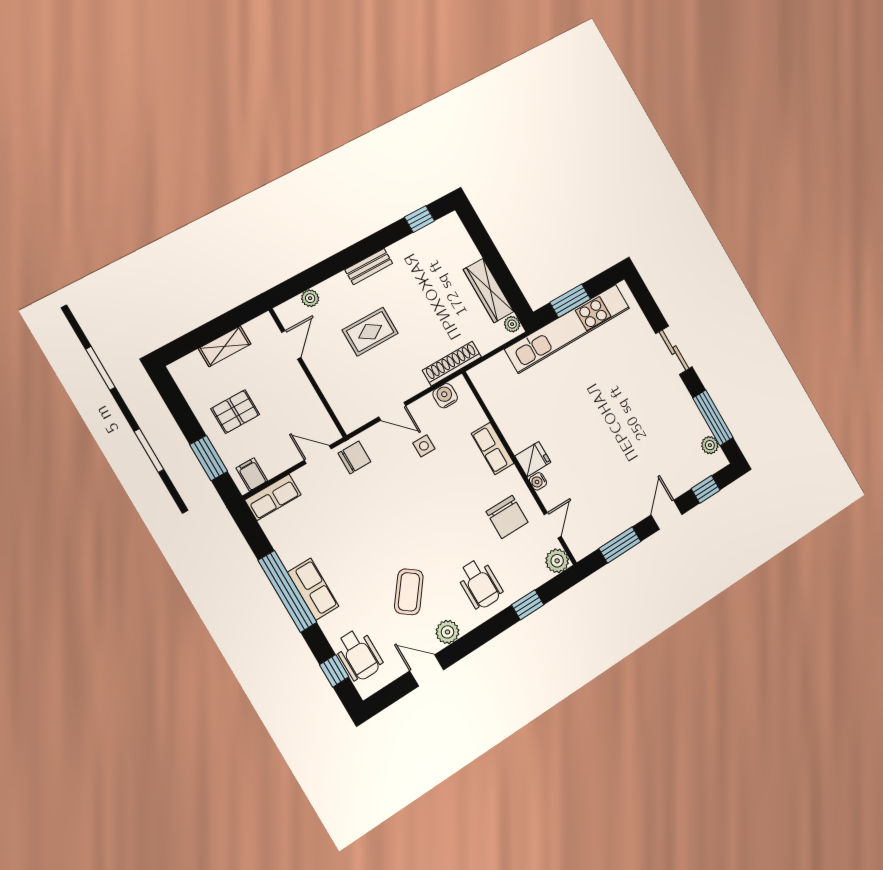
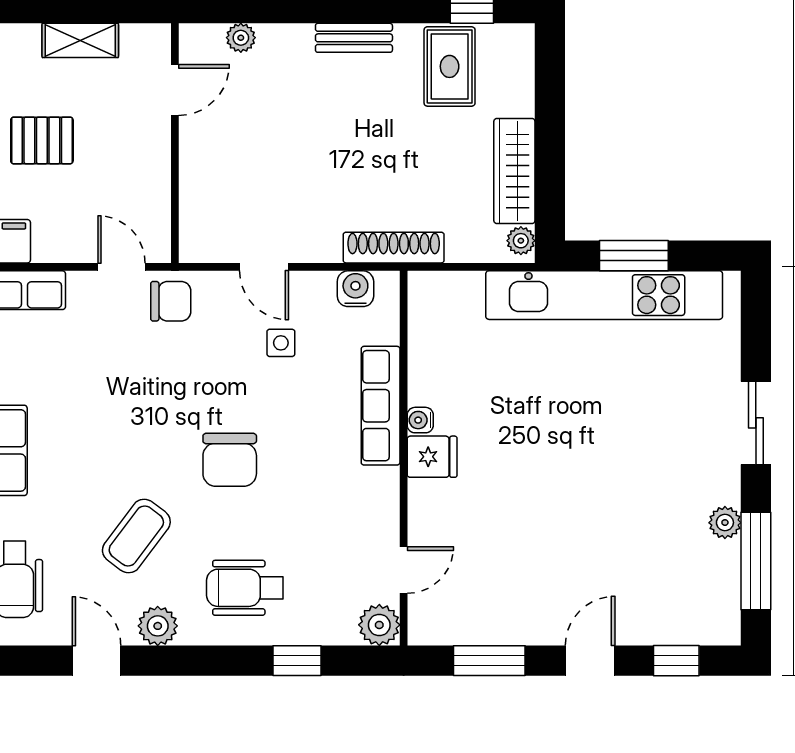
rug: (370, 332) -> (450, 66), moved, turned 90
plant: (710, 445) -> (725, 523), moved
row of seats: (493, 448) -> (381, 406), width x1.48
water cooler: (538, 481) -> (420, 420), moved
chair: (507, 517) -> (230, 460), moved
wheelchair: (480, 584) -> (245, 588), turned 90

